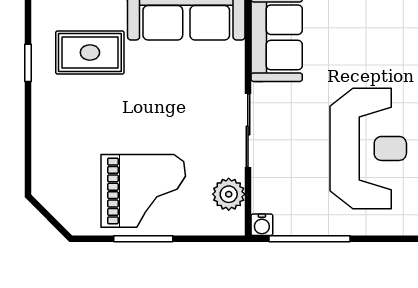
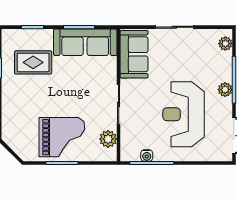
reception desk: (368, 148) -> (183, 114), turned 180
water cooler: (262, 225) -> (147, 155), moved

